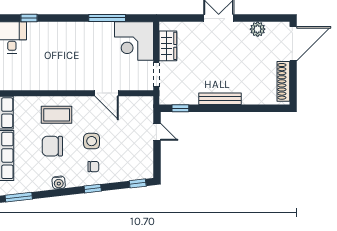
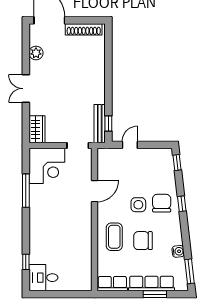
wardrobe: (168, 46) -> (37, 129), moved, turned 90
bench: (220, 99) -> (100, 124), moved
chair: (52, 146) -> (143, 241), turned 90
chair: (93, 167) -> (162, 203), width x1.87, depth x1.87
water cooler: (59, 183) -> (178, 251), moved

